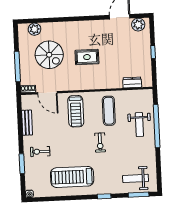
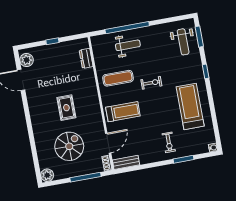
plant: (34, 29) -> (47, 175), moved
bench: (27, 123) -> (126, 162), moved
treadmill: (72, 177) -> (190, 106), turned 180

